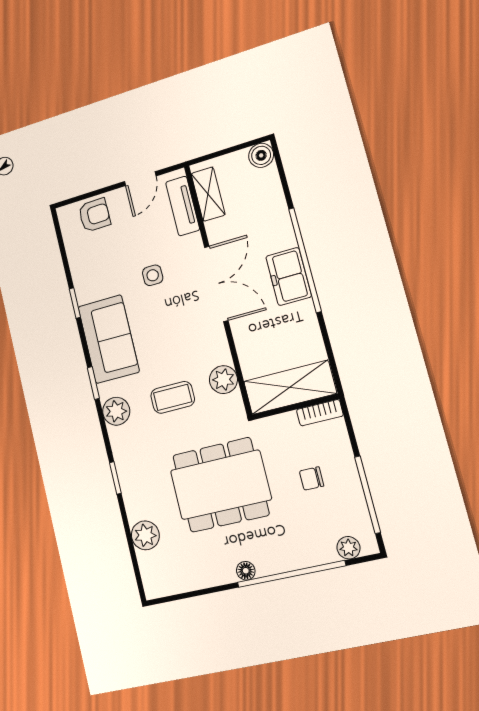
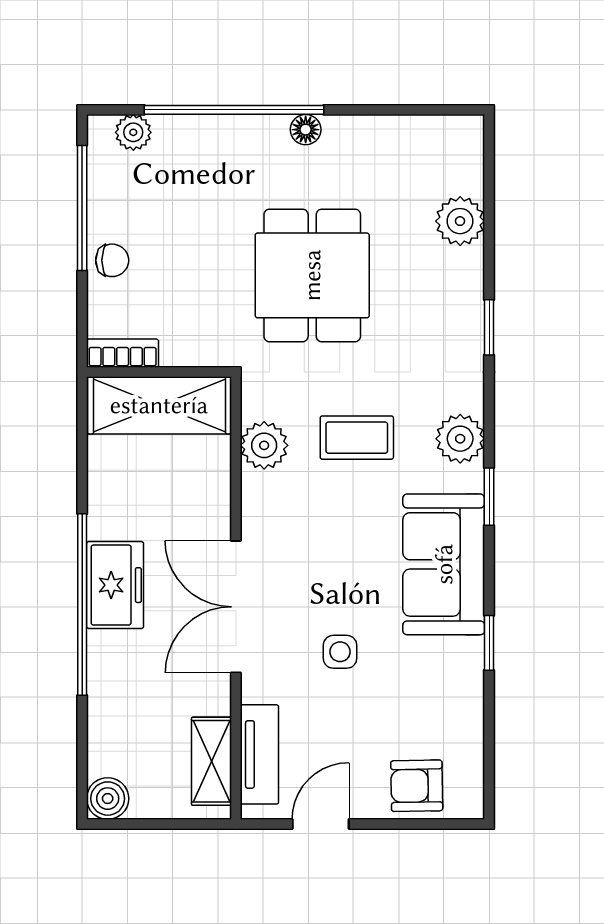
chair: (312, 478) -> (112, 260), moved
dining table: (221, 485) -> (312, 275), width x0.73

